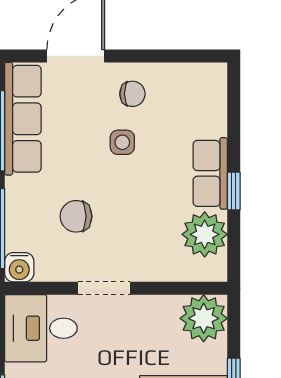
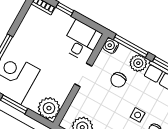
plant: (23, 196) -> (138, 63), added
chair: (76, 216) -> (118, 80), turned 180

